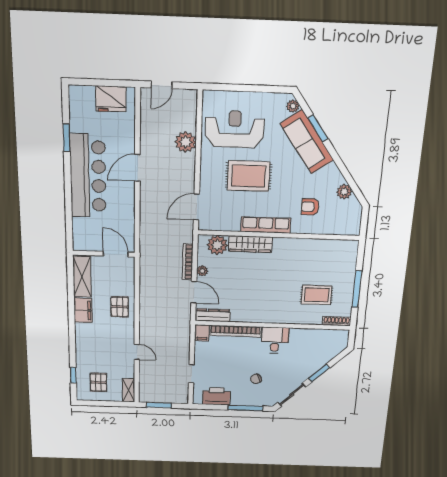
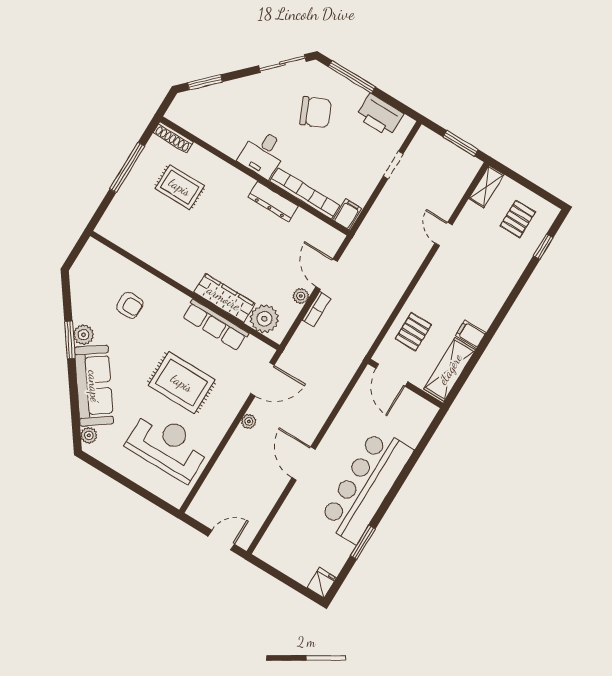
fridge: (111, 99) -> (322, 583), moved, width x0.53, depth x0.75
window: (318, 128) -> (70, 340), moved
reception desk: (235, 129) -> (168, 446), turned 180
plant: (185, 142) -> (249, 421), moved, width x0.53, depth x0.53
door: (137, 168) -> (303, 463), swing flipped
plant: (344, 192) -> (84, 335), moved
row of seats: (266, 225) -> (215, 325), moved
bookcase: (188, 262) -> (317, 309), width x0.64
pallet: (120, 307) -> (413, 332), moved
filing cabinet: (83, 310) -> (471, 334), width x0.50
dresser: (213, 315) -> (273, 202), moved
window: (319, 373) -> (205, 82), moved
chair: (256, 379) -> (316, 112), width x1.87, depth x1.87

